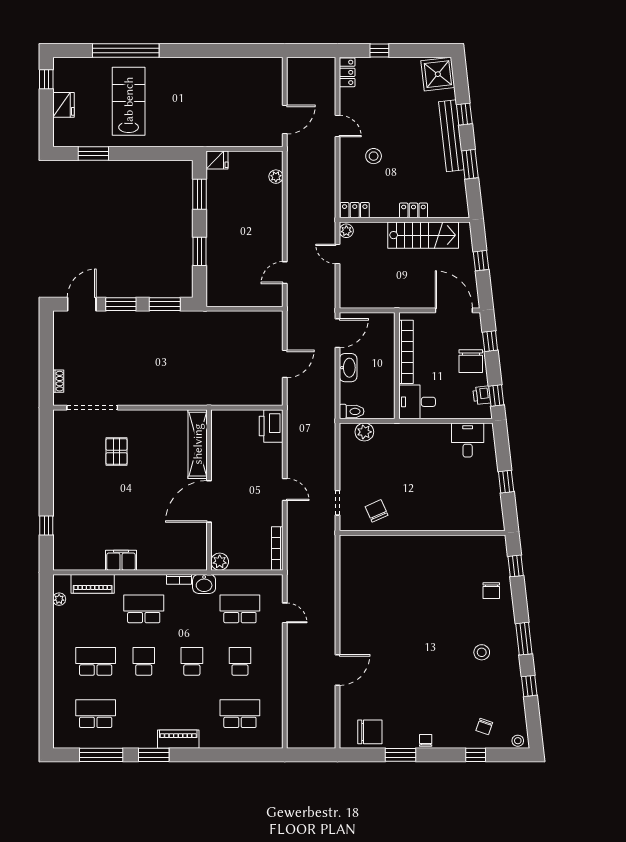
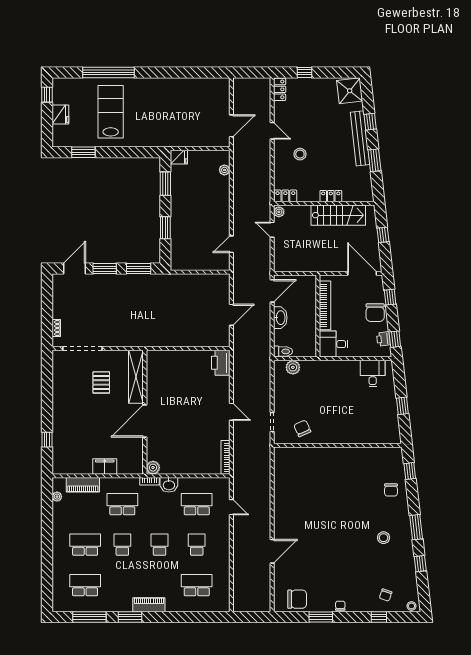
shelving: (198, 444) -> (136, 377), moved
wall: (209, 490) -> (145, 412), moved
door: (209, 501) -> (145, 421), moved
plant: (220, 562) -> (153, 468), moved

